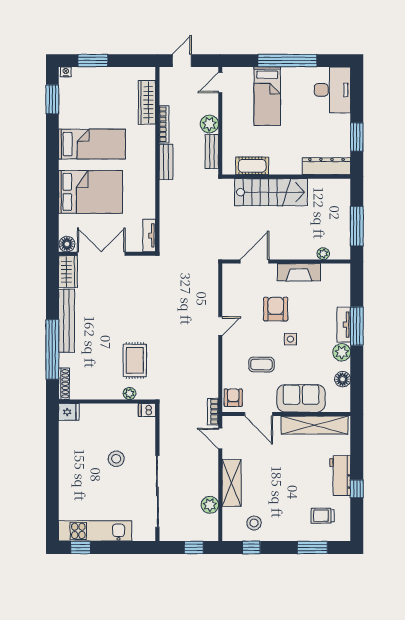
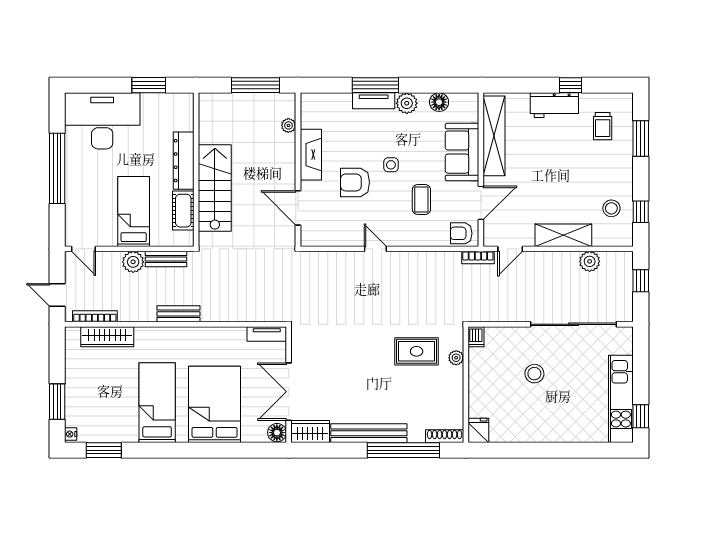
desk: (332, 90) -> (102, 121), width x1.36, depth x1.30
bed: (267, 96) -> (134, 211), moved, turned -90
bookcase: (164, 124) -> (95, 316), moved
dresser: (326, 166) -> (184, 161), moved

